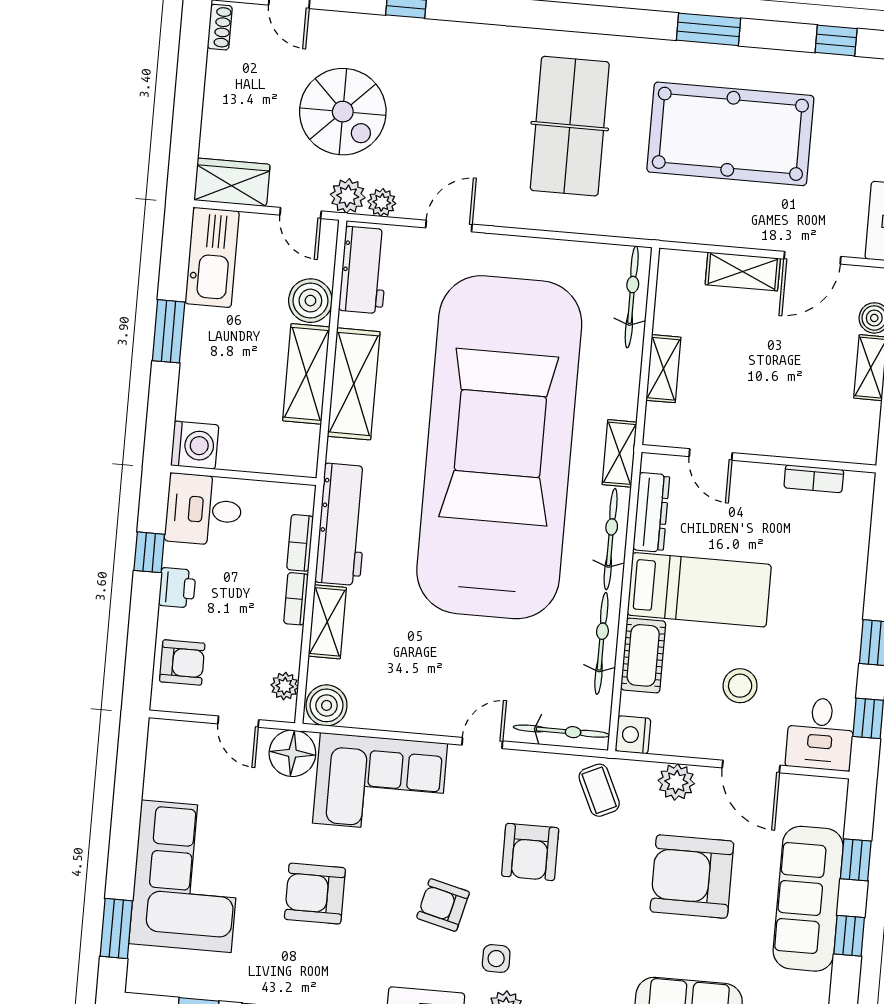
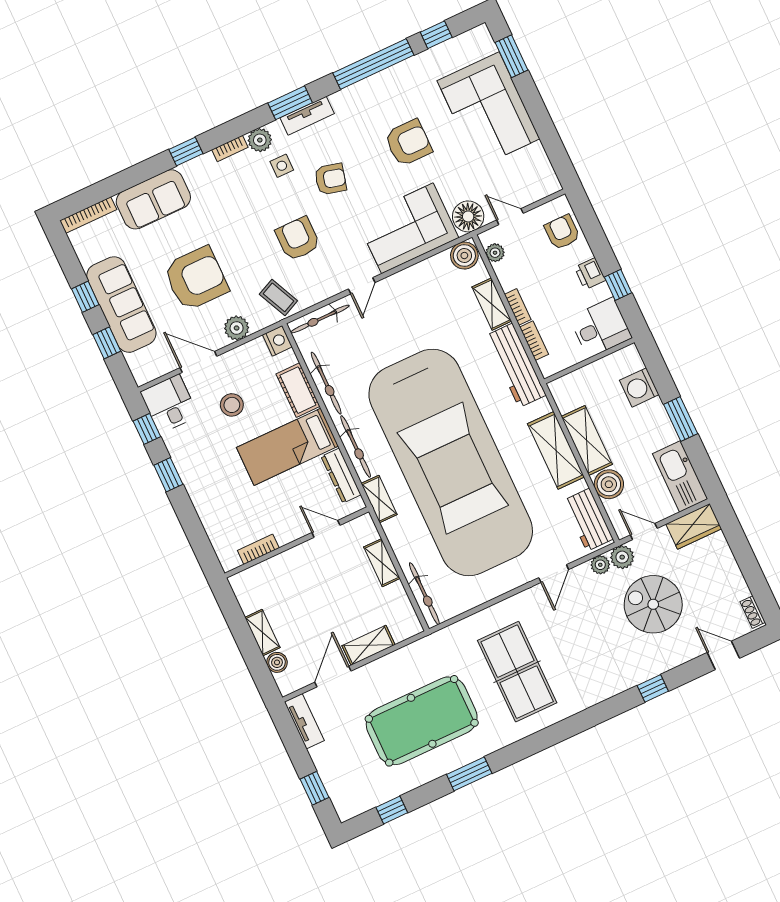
washing machine: (195, 445) -> (639, 387), moved
armchair: (182, 662) -> (562, 232), turned 90

